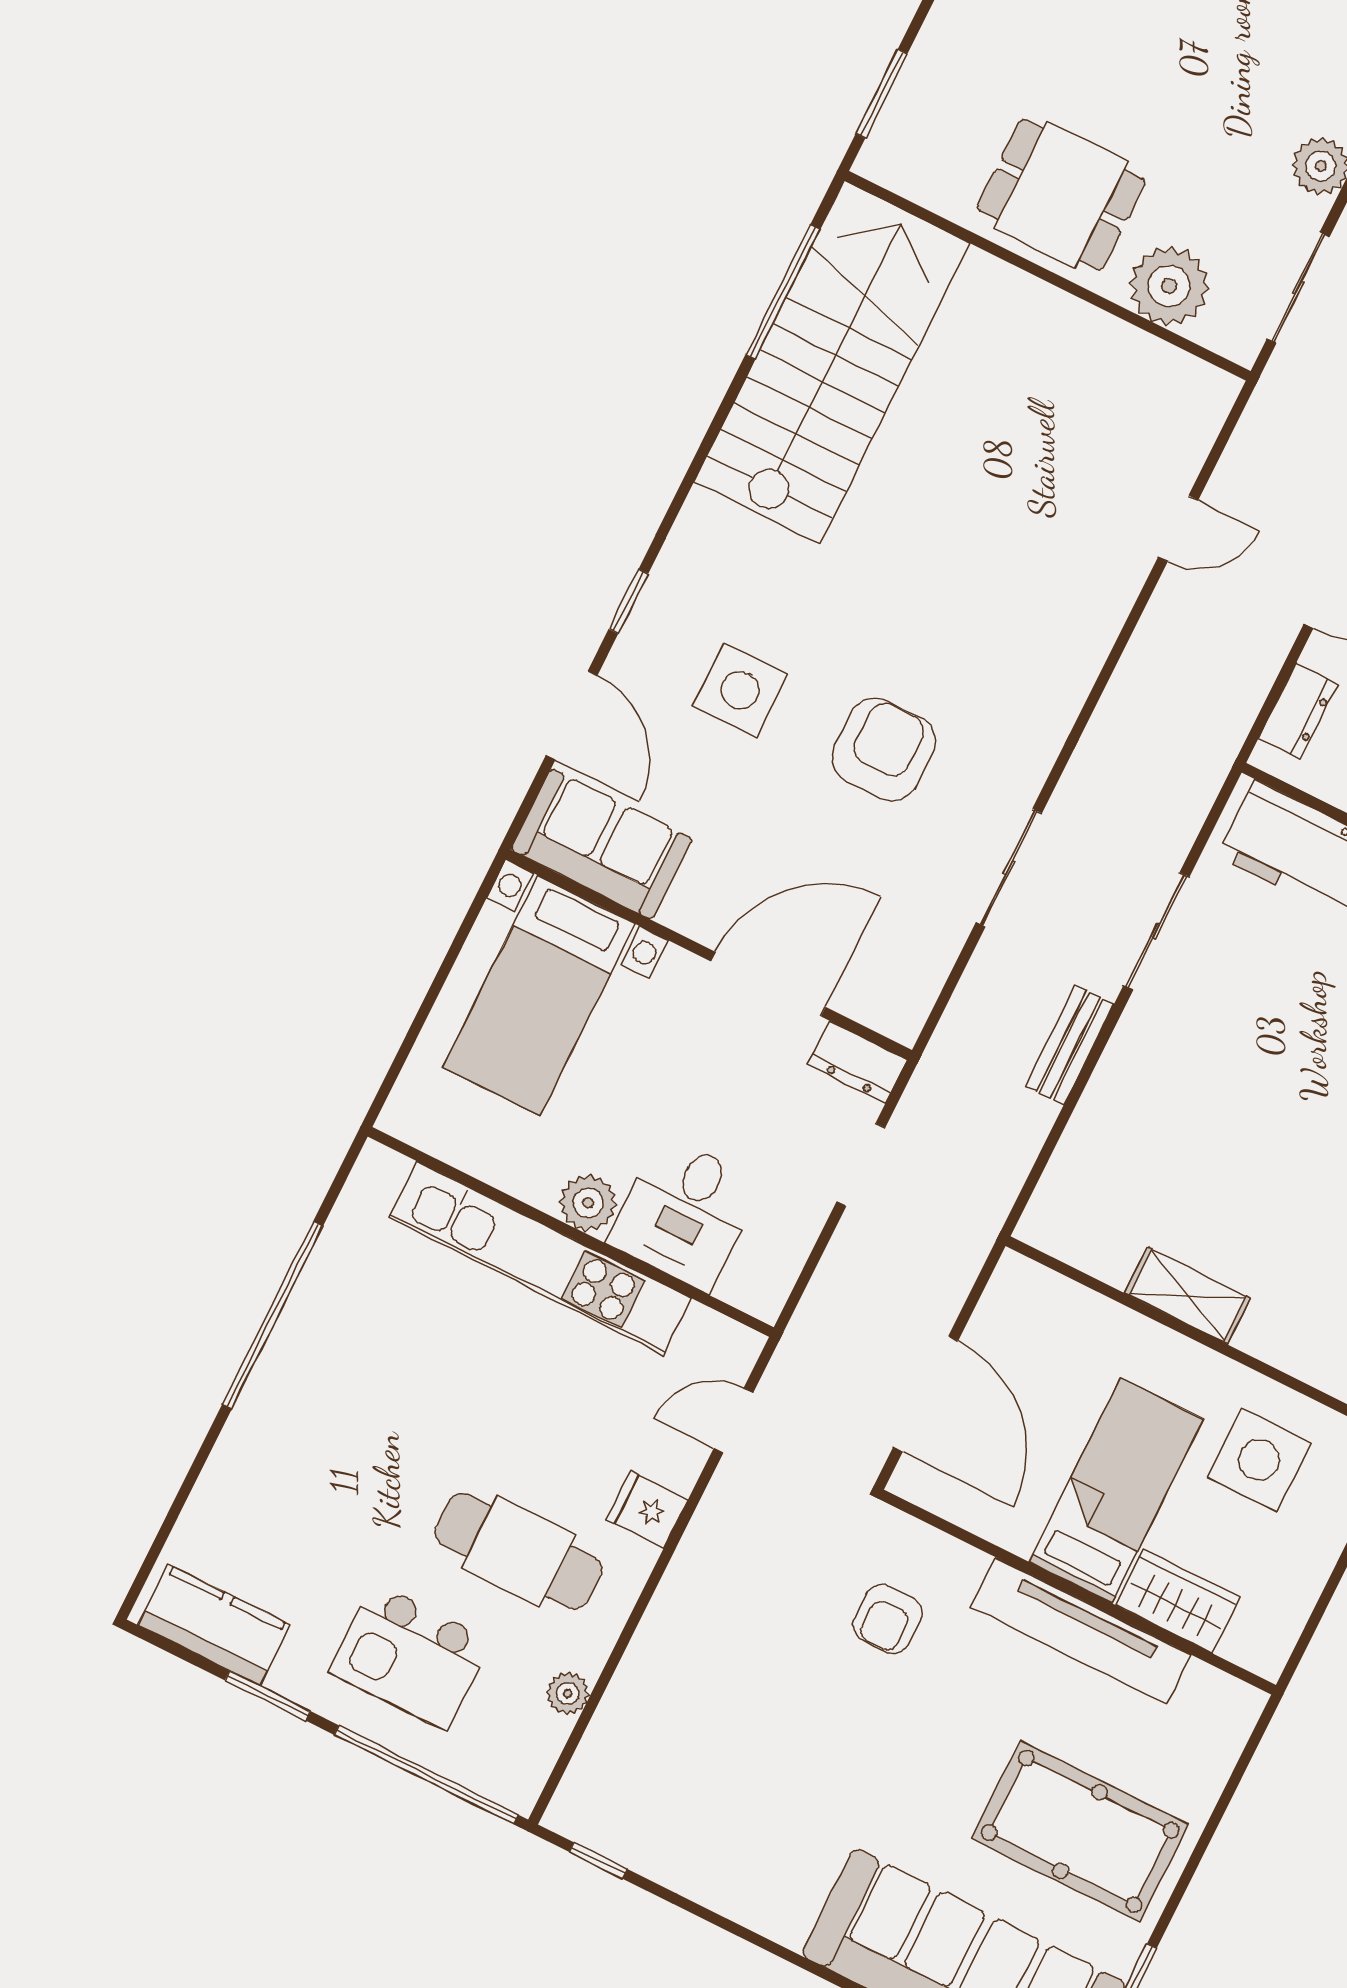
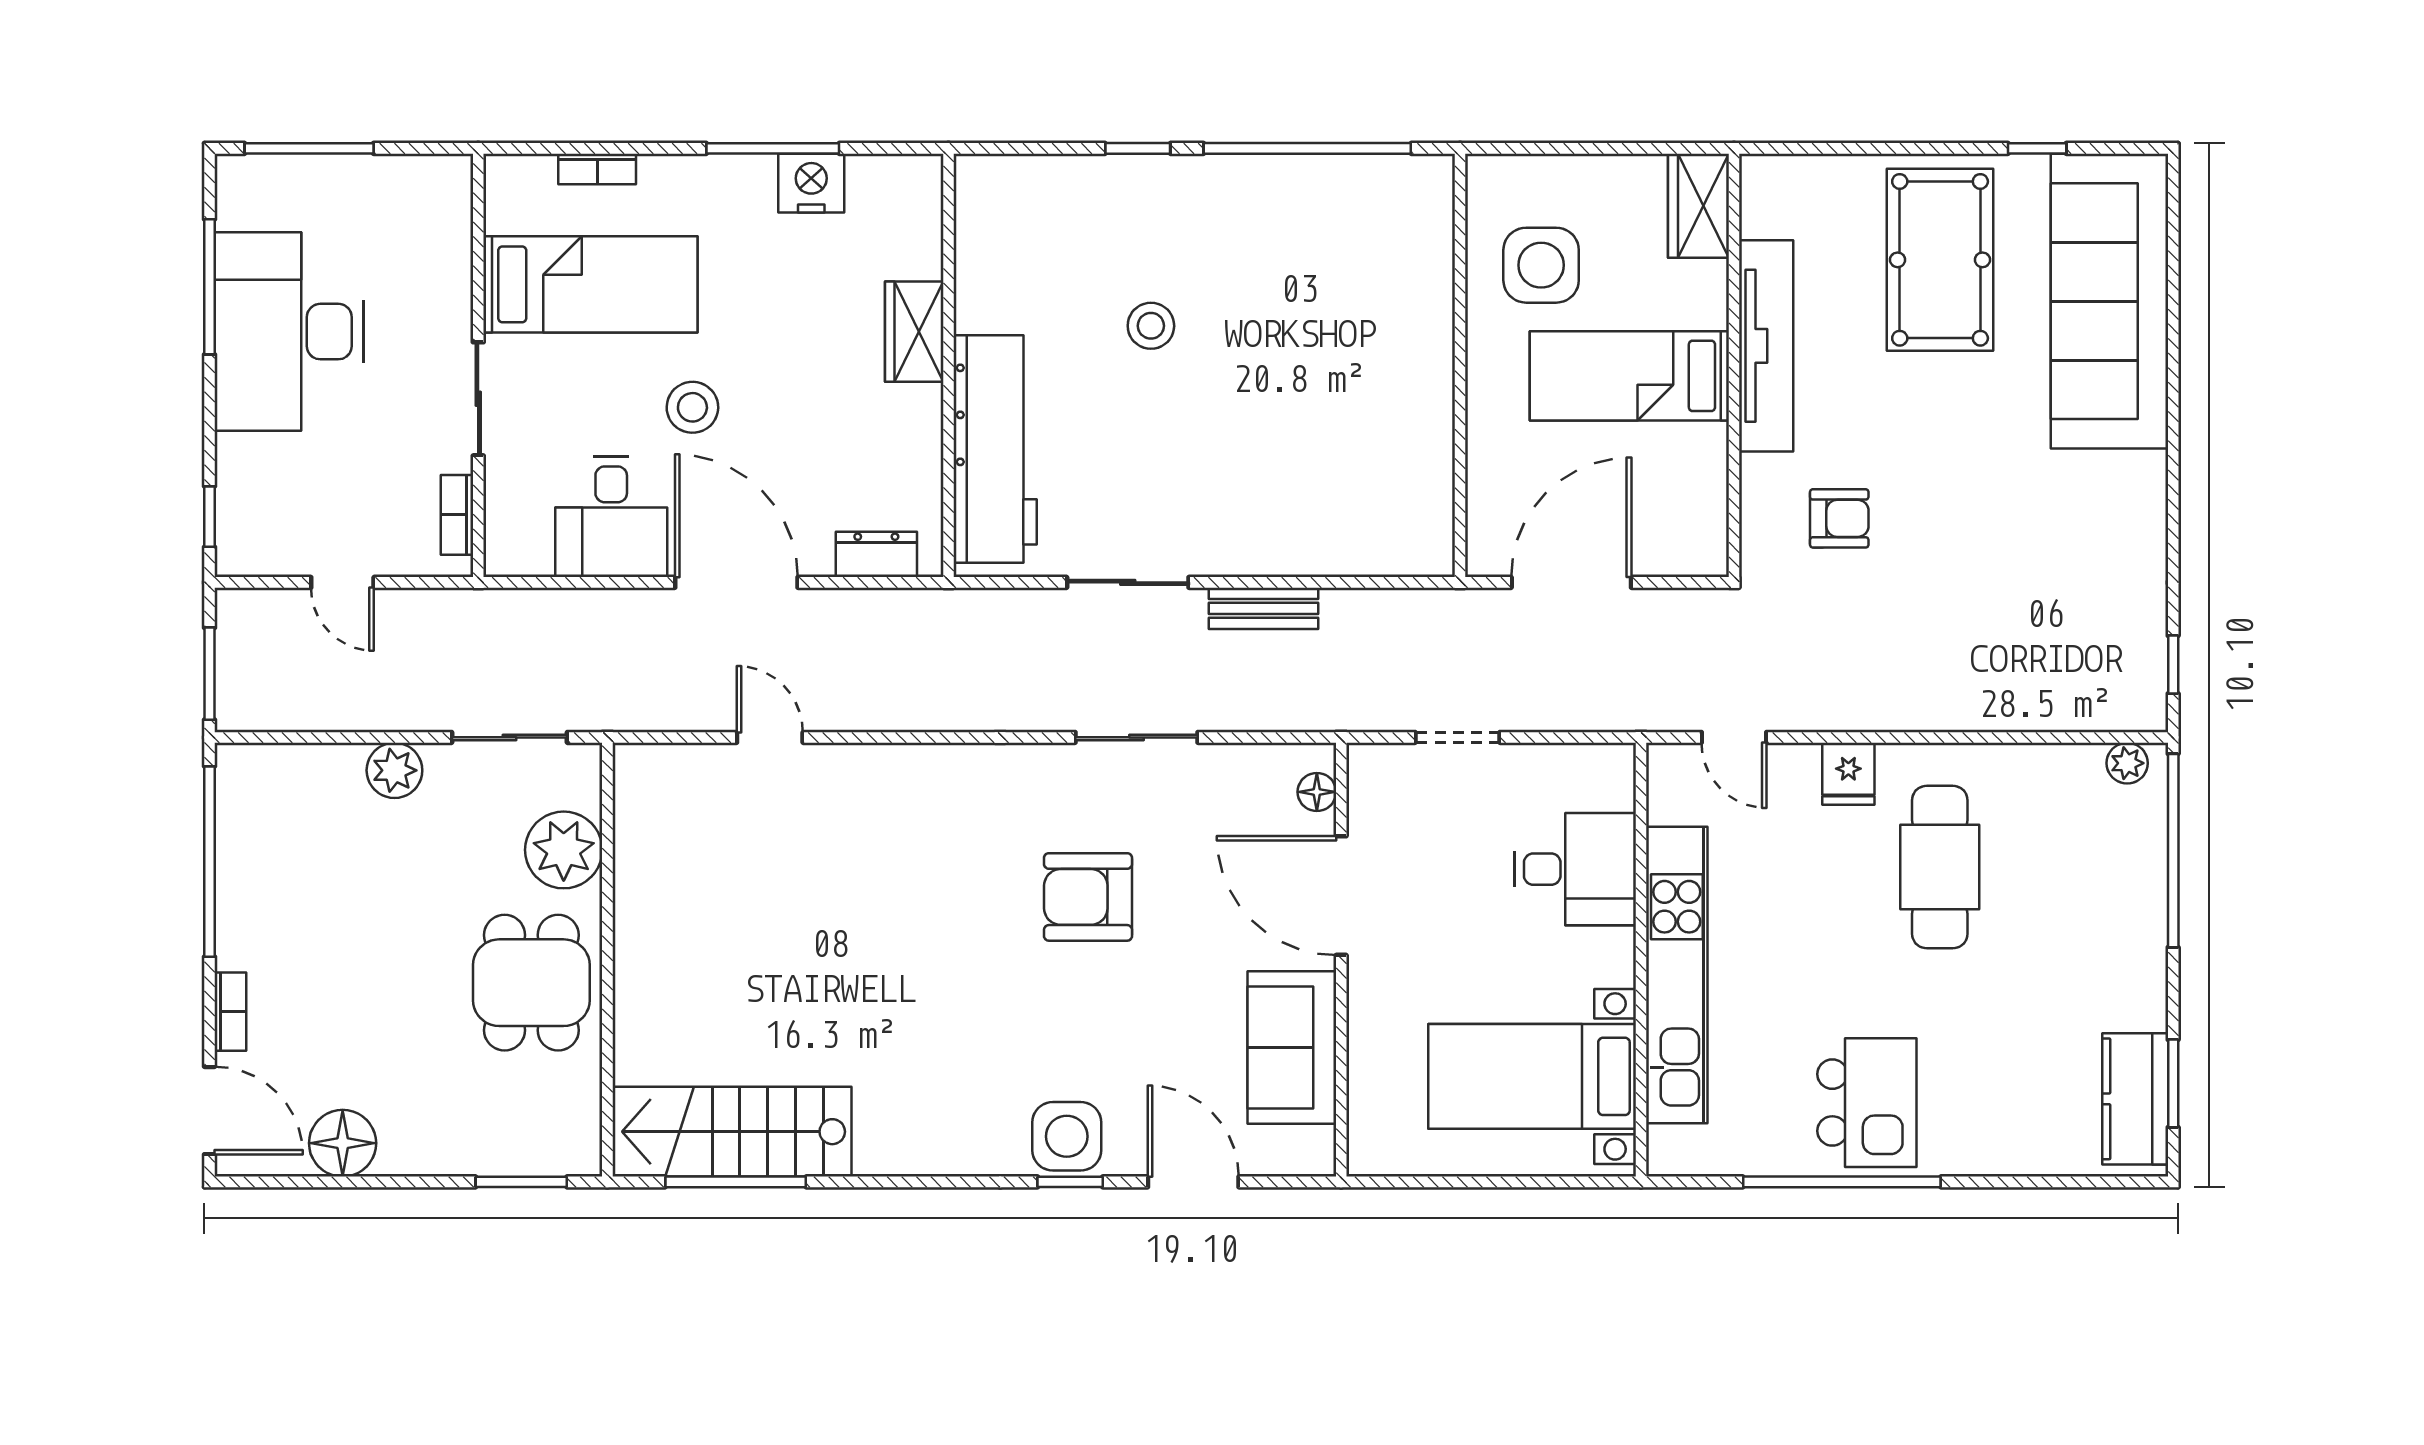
stairs: (832, 362) -> (732, 1132), width x0.73, depth x0.66
side table: (740, 690) -> (1067, 1136), moved
door: (572, 715) -> (1193, 1182), hinge flipped
sofa: (602, 844) -> (1292, 1048), moved
bed with nightstands: (539, 996) -> (1532, 1076), moved, turned 180
floor lamp: (875, 1009) -> (1317, 792), added
dresser: (857, 1062) -> (1370, 785), removed
plant: (588, 1203) -> (1608, 957), removed
shelving: (1187, 1296) -> (1430, 398), removed
door: (926, 1394) -> (1571, 582), moved
wardrobe: (1178, 1601) -> (1698, 206), moved
kitchen island: (410, 1656) -> (1867, 1103), moved
plant: (568, 1693) -> (2127, 763), moved
window: (268, 1696) -> (2173, 1083), moved

